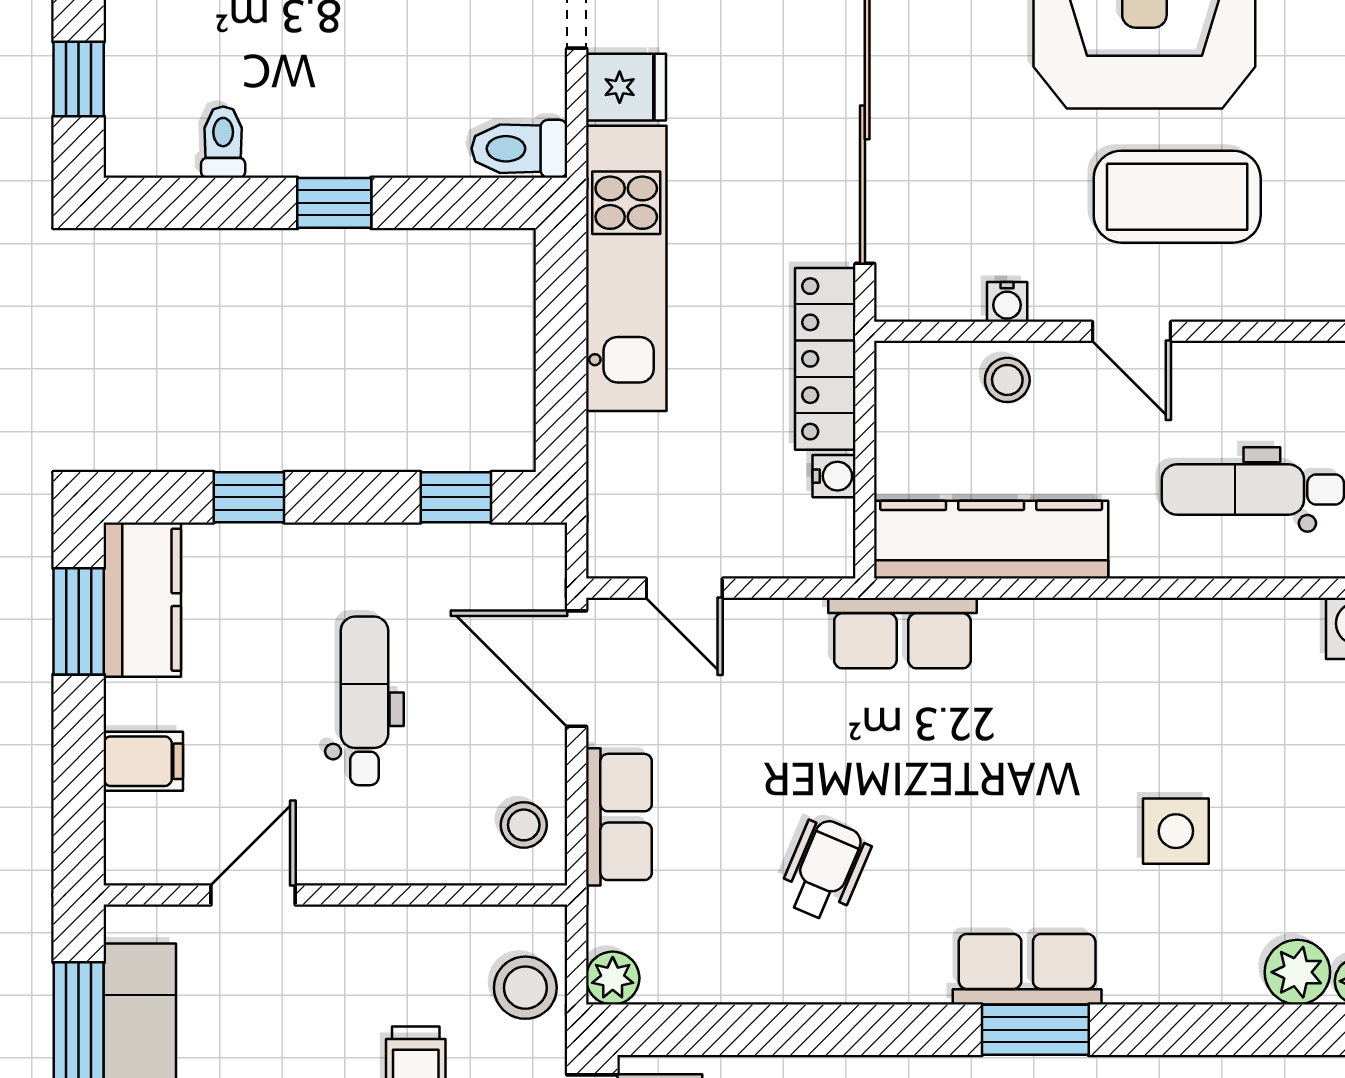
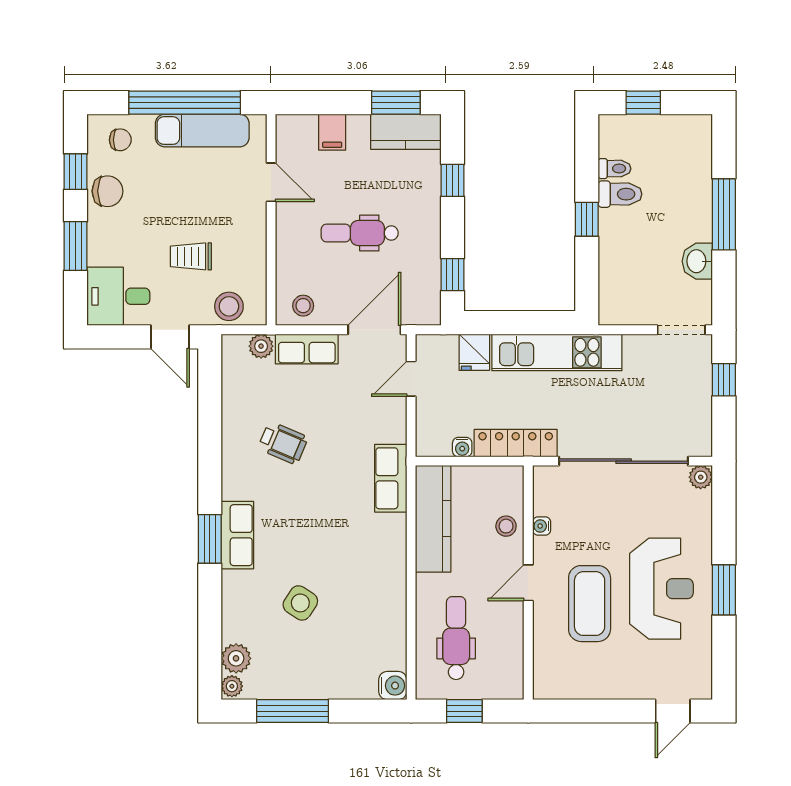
fridge: (626, 87) -> (474, 352), moved
toilet: (519, 149) -> (620, 194), moved, turned 90
dental chair: (364, 701) -> (360, 233), turned 180
side table: (1176, 831) -> (300, 603), turned 33
plant: (613, 978) -> (261, 346), moved

